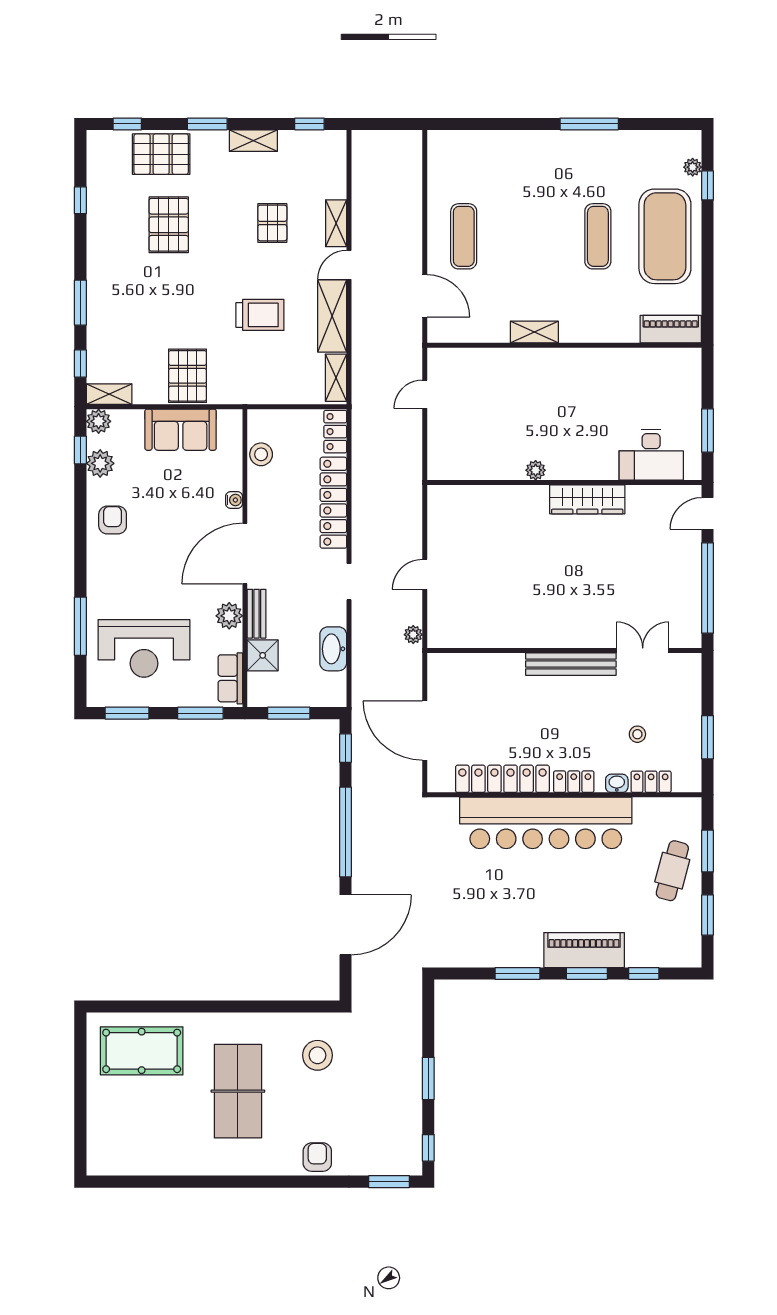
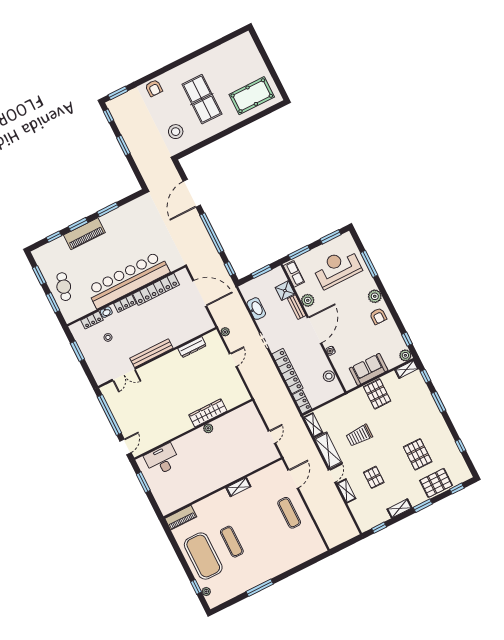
door: (425, 296) -> (293, 479), swing flipped
plant: (100, 463) -> (375, 296), moved
wardrobe: (587, 499) -> (208, 413), moved
dresser: (489, 637) -> (192, 347), added

